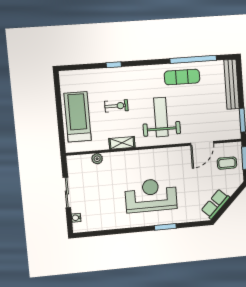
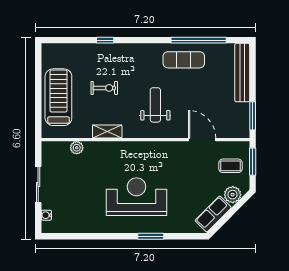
weight bench: (161, 117) -> (155, 105), width x0.73, depth x0.75
door: (202, 143) -> (202, 140), swing flipped
plant: (230, 187) -> (233, 195), added

